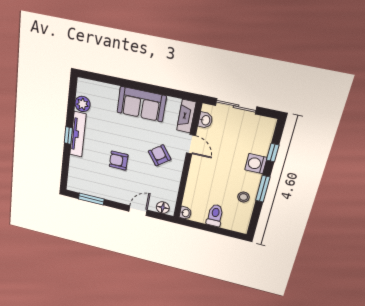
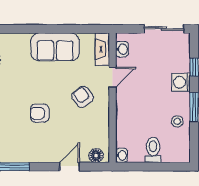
sliding door: (236, 106) -> (164, 29), moved
door: (191, 144) -> (113, 77), hinge flipped

